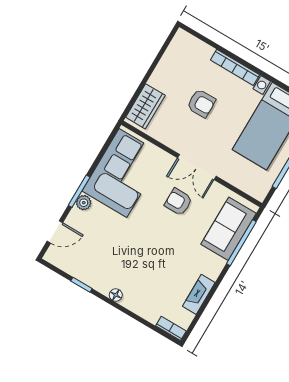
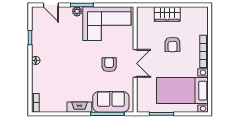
wardrobe: (145, 106) -> (167, 14), moved
double door: (197, 167) -> (135, 63), swing flipped
fireplace: (199, 294) -> (79, 107), moved

